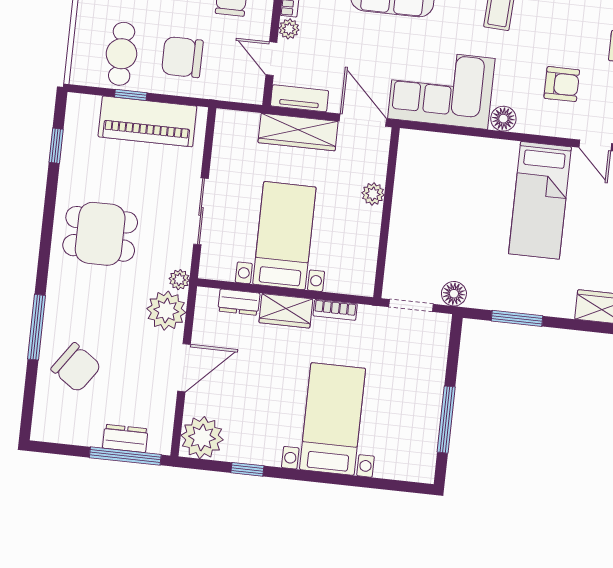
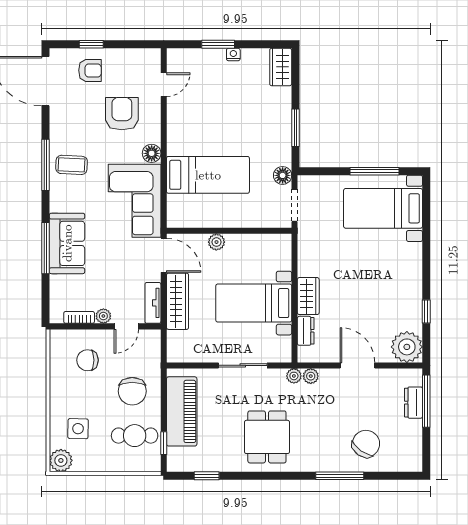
armchair: (562, 84) -> (122, 114), width x1.38, depth x1.38
window: (131, 95) -> (164, 443), moved
door: (363, 120) -> (164, 255), swing flipped
bed: (540, 200) -> (208, 175), moved
bookcase: (335, 310) -> (304, 260), removed
plant: (166, 311) -> (311, 376), width x0.53, depth x0.53
bed with nightstands: (333, 419) -> (383, 208), moved

